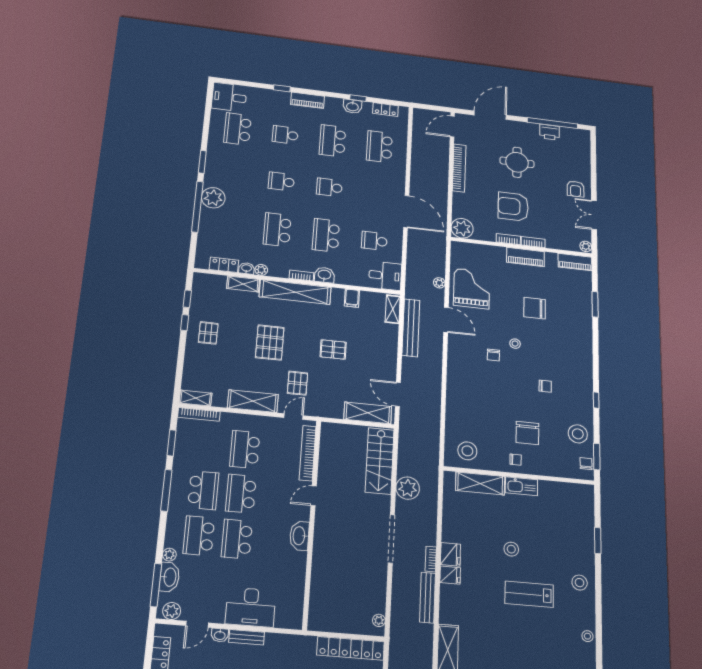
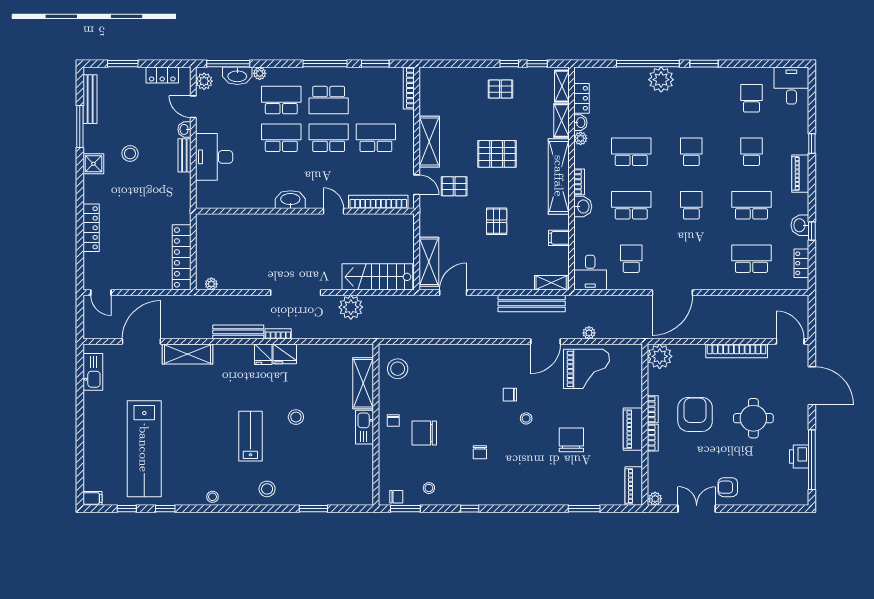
school desk: (238, 129) -> (751, 98), width x0.54
shelving: (195, 398) -> (562, 86), moved
stool: (578, 434) -> (429, 488), width x0.53, depth x0.53

